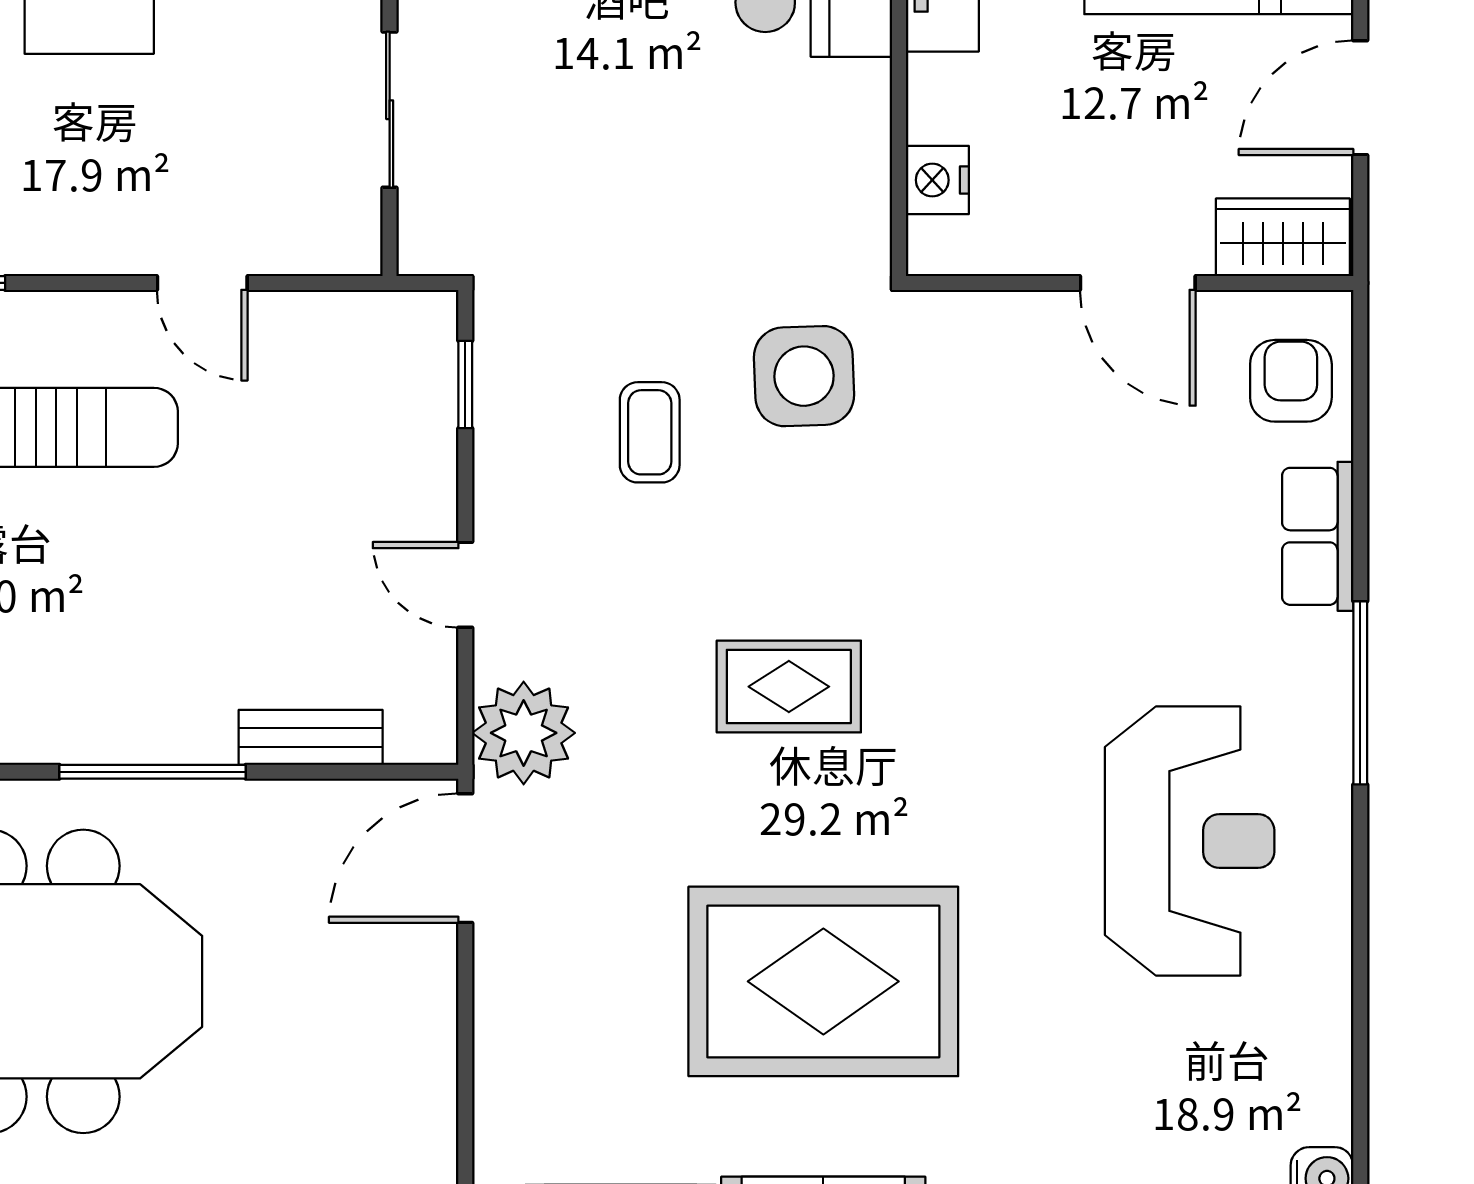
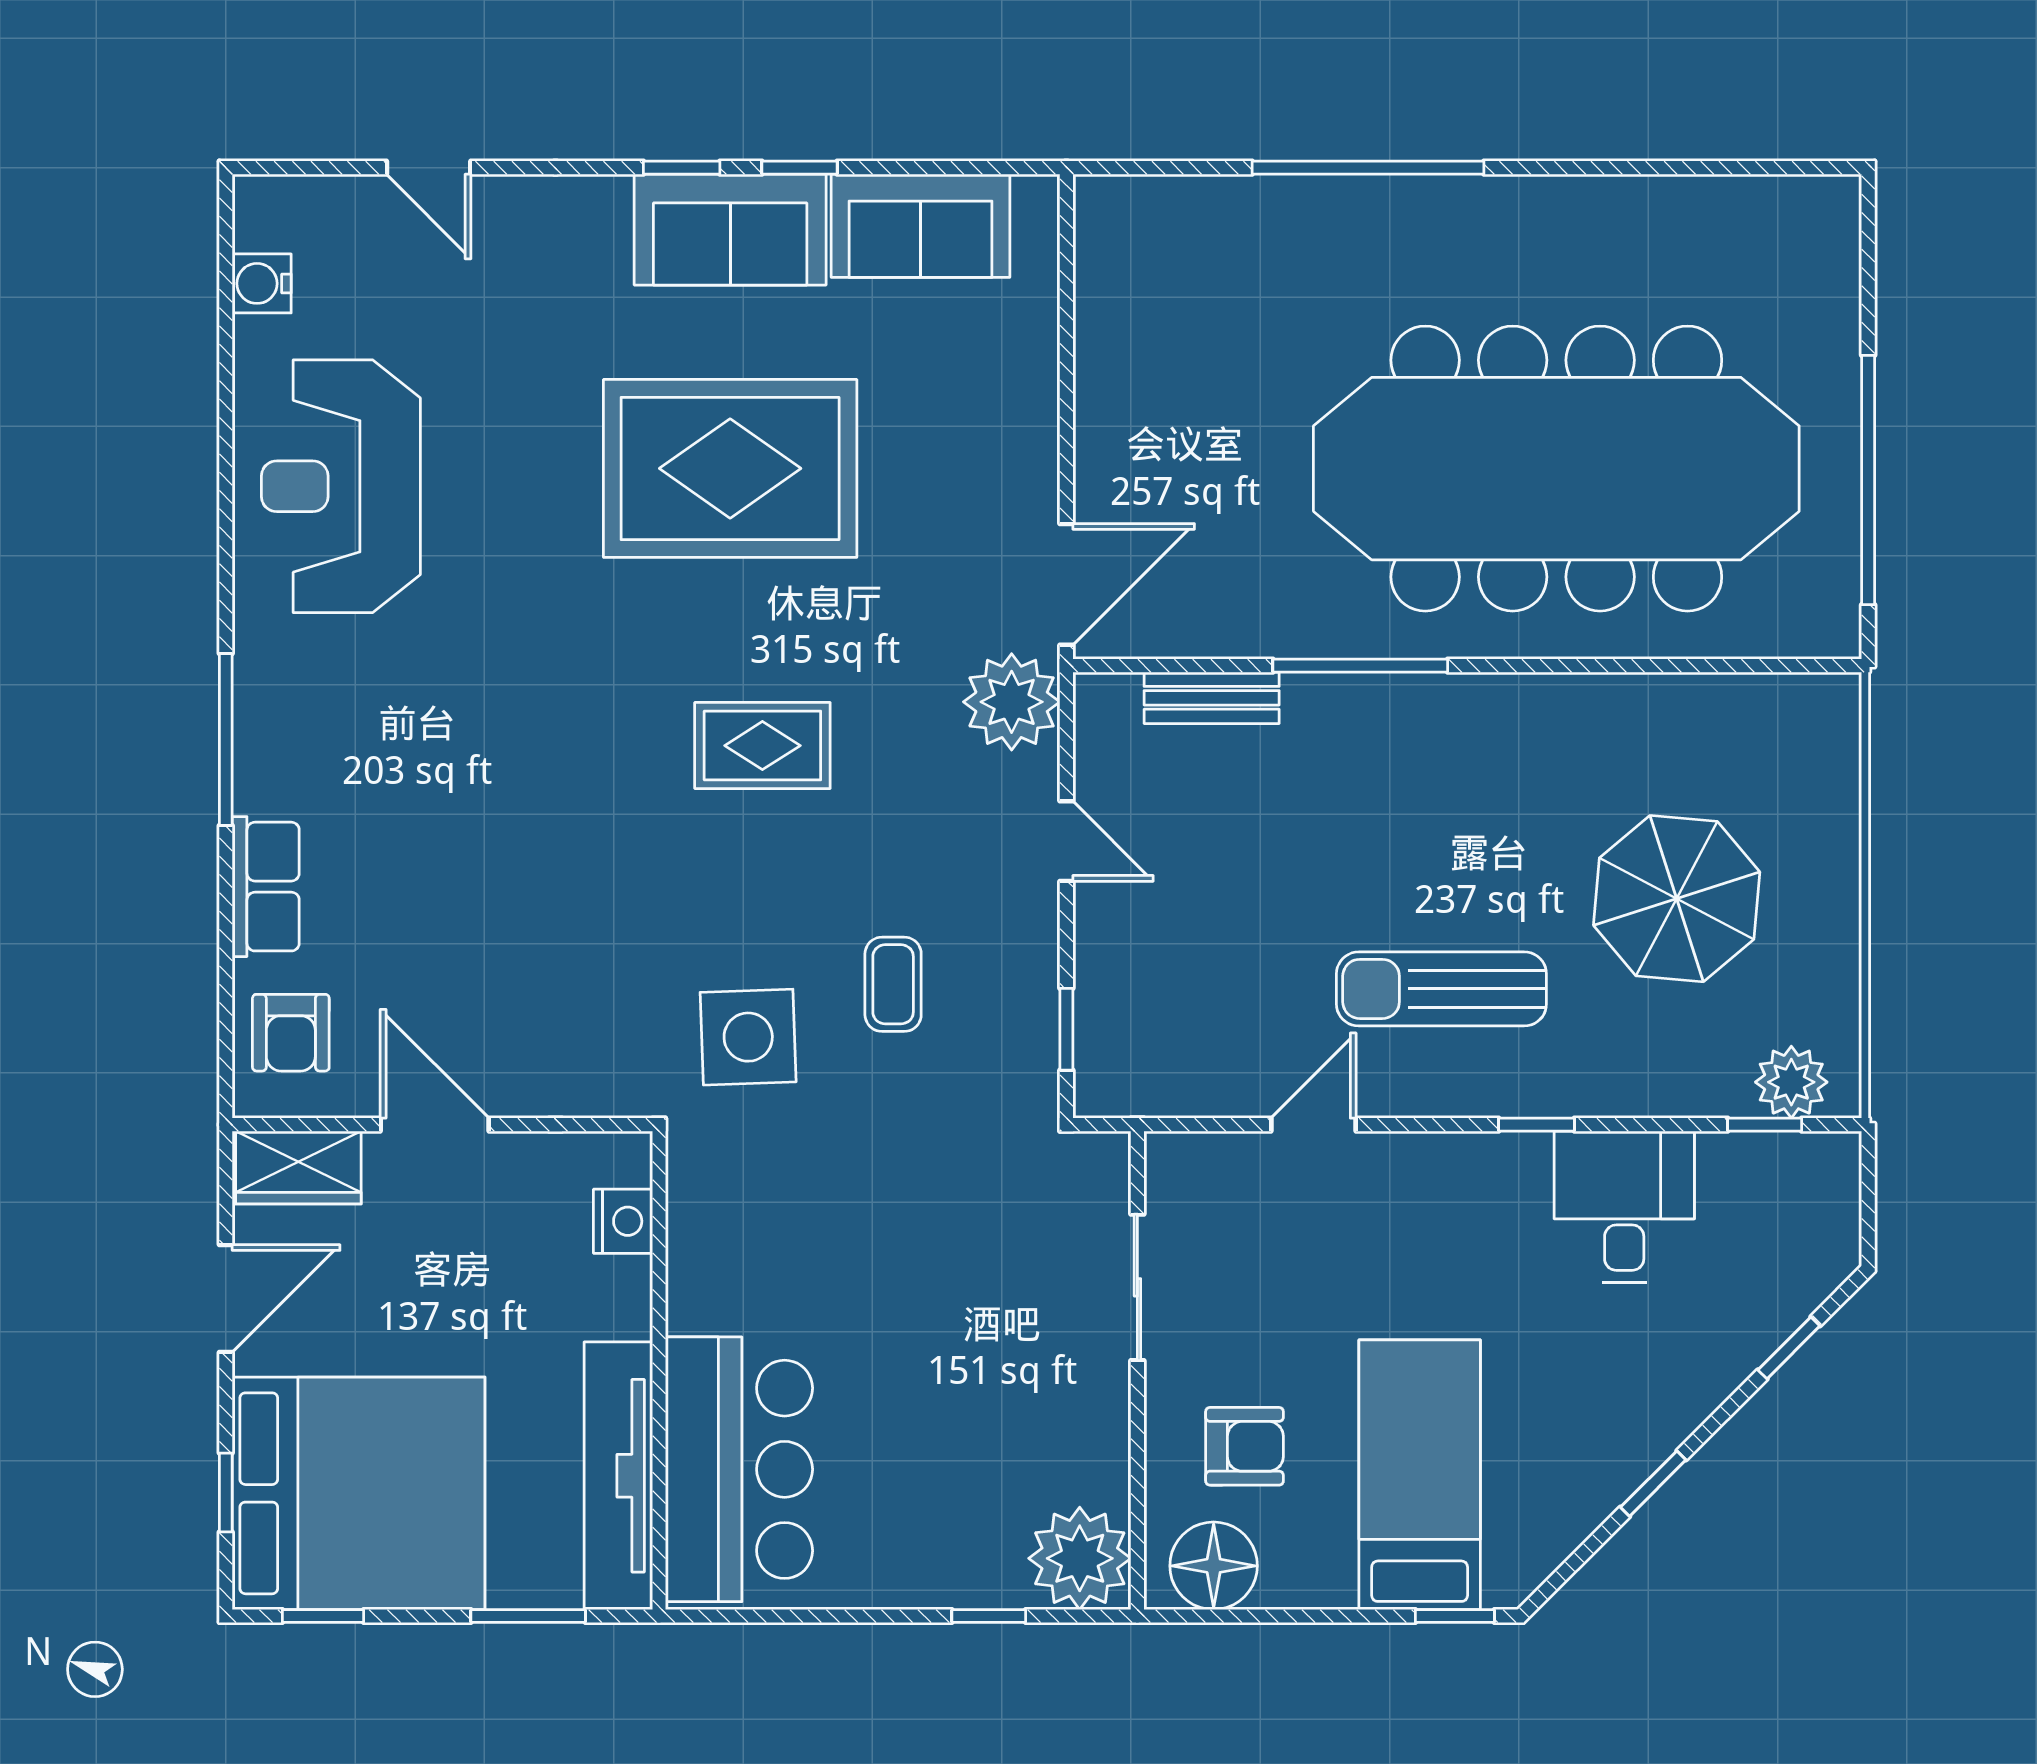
door: (202, 283) -> (1313, 1125), hinge flipped
reception desk: (1190, 841) -> (341, 486), moved

